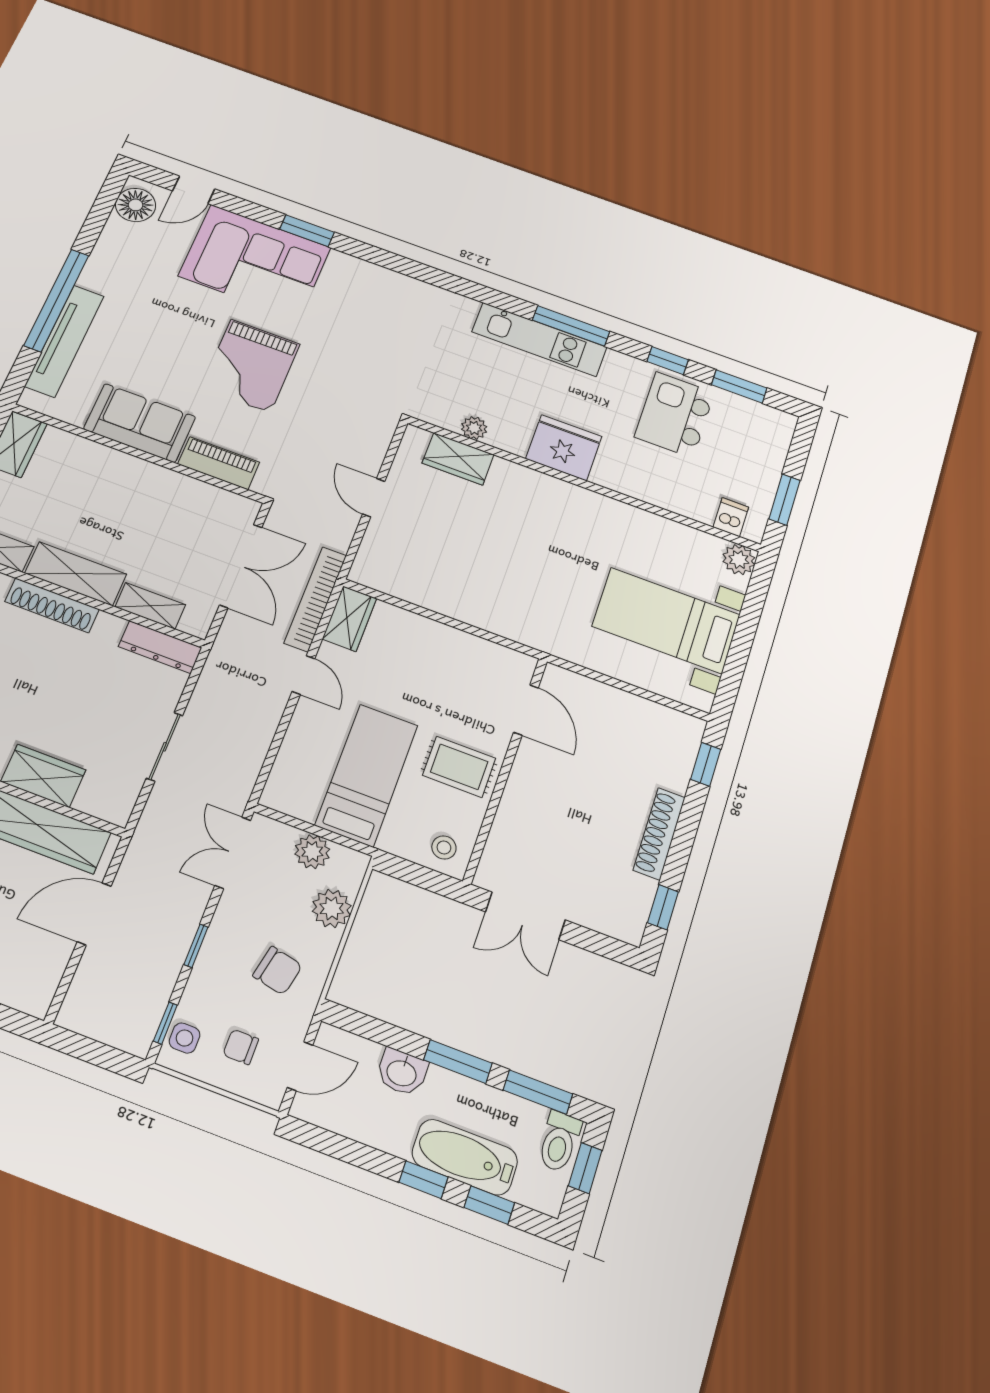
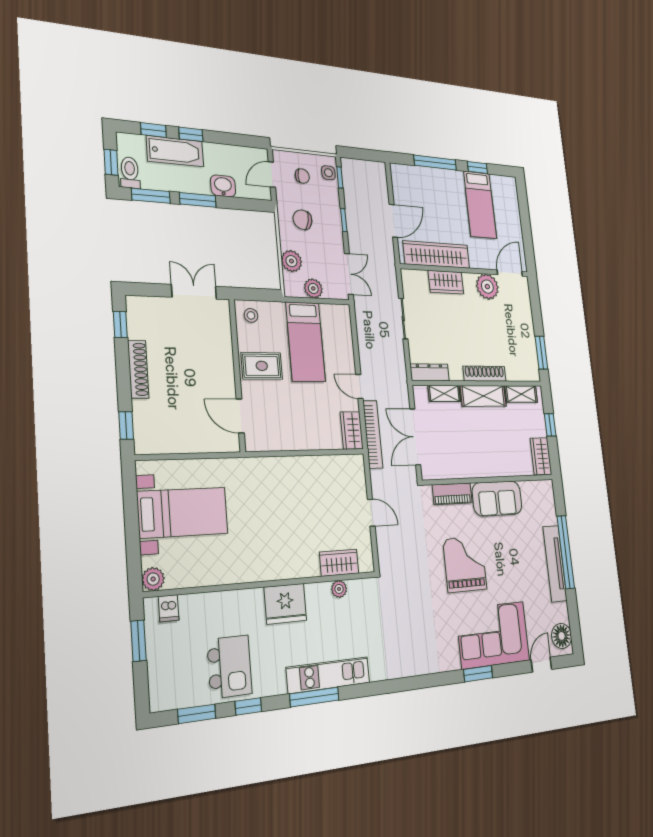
tv unit: (64, 341) -> (555, 564), moved

